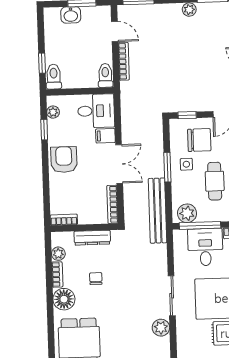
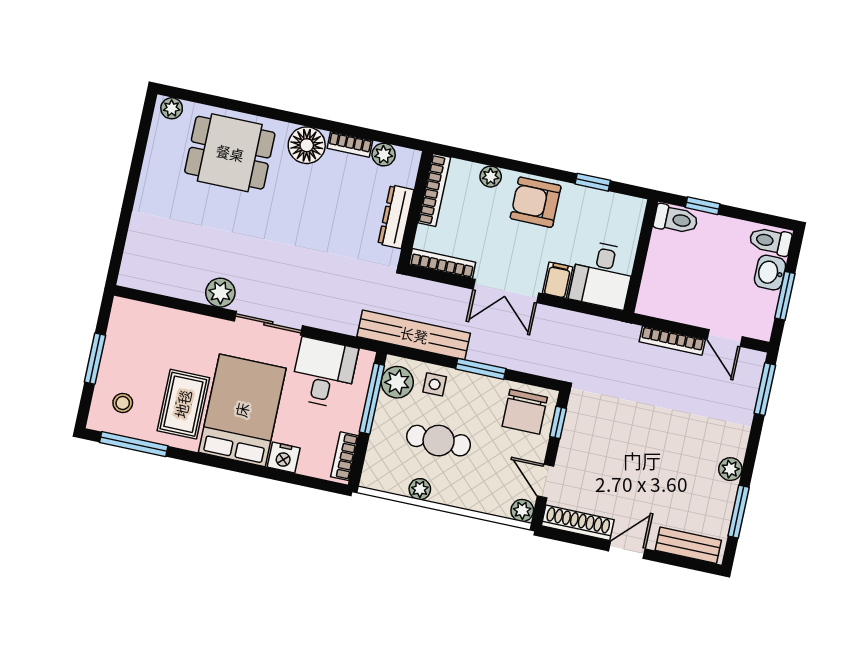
door: (115, 32) -> (725, 338), hinge flipped
toilet: (105, 75) -> (770, 241), moved, turned 180
plant: (53, 112) -> (491, 177), moved
chair: (199, 140) -> (525, 412), moved
armchair: (64, 160) -> (536, 202), turned 180
side table: (186, 164) -> (435, 384), moved
bookcase: (64, 220) -> (434, 190), width x1.56
desk: (205, 247) -> (324, 373), moved, turned -90
chair: (96, 279) -> (327, 206), removed

